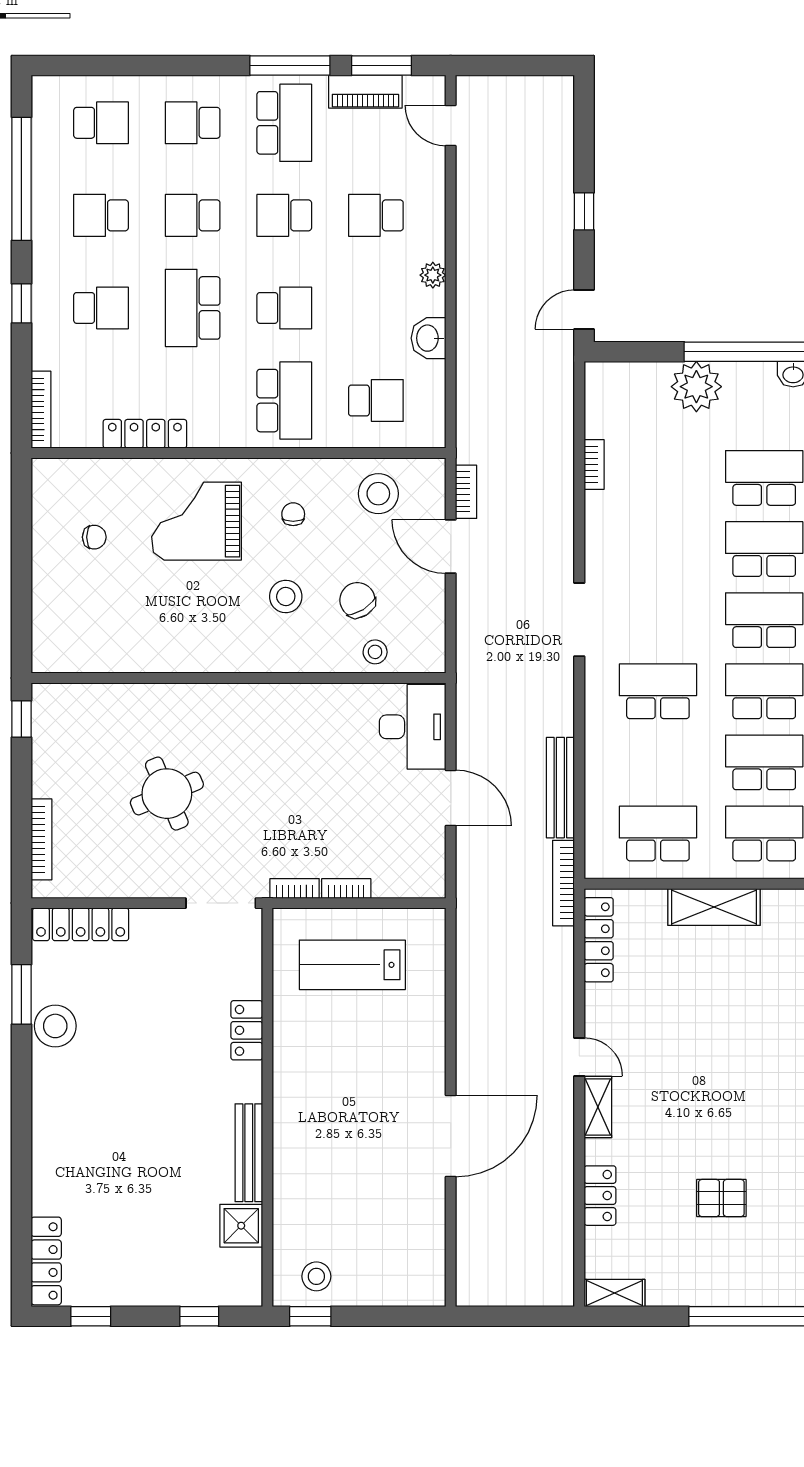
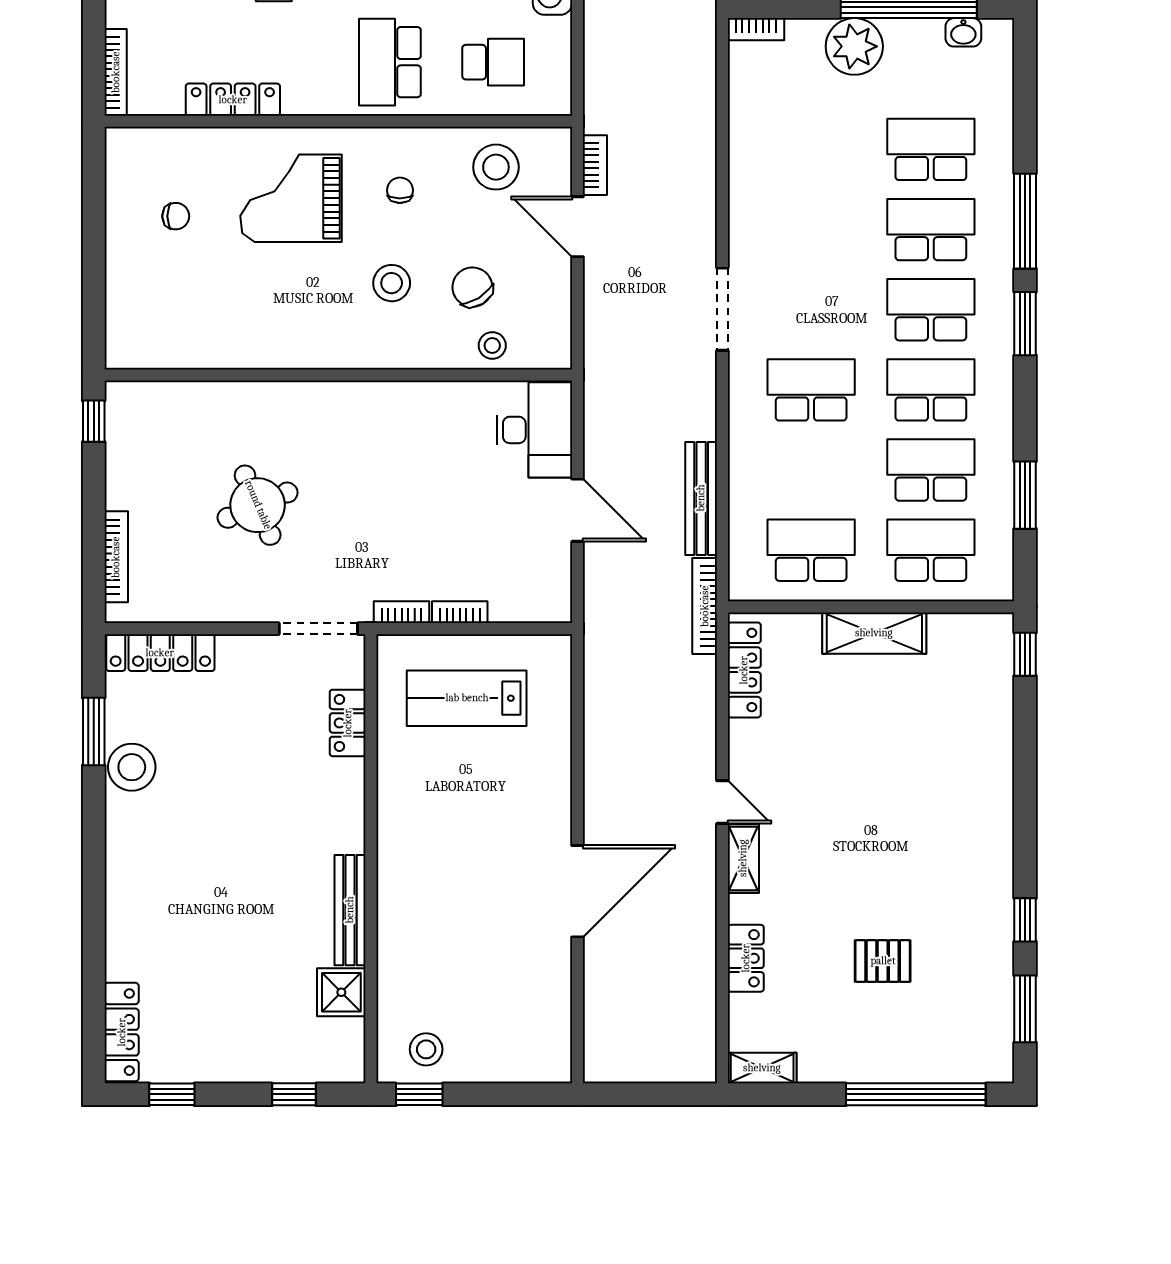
school desk: (284, 401) -> (390, 62), turned 180
bookcase: (594, 465) -> (756, 29), moved, turned 90
locker: (247, 1030) -> (348, 723), moved

